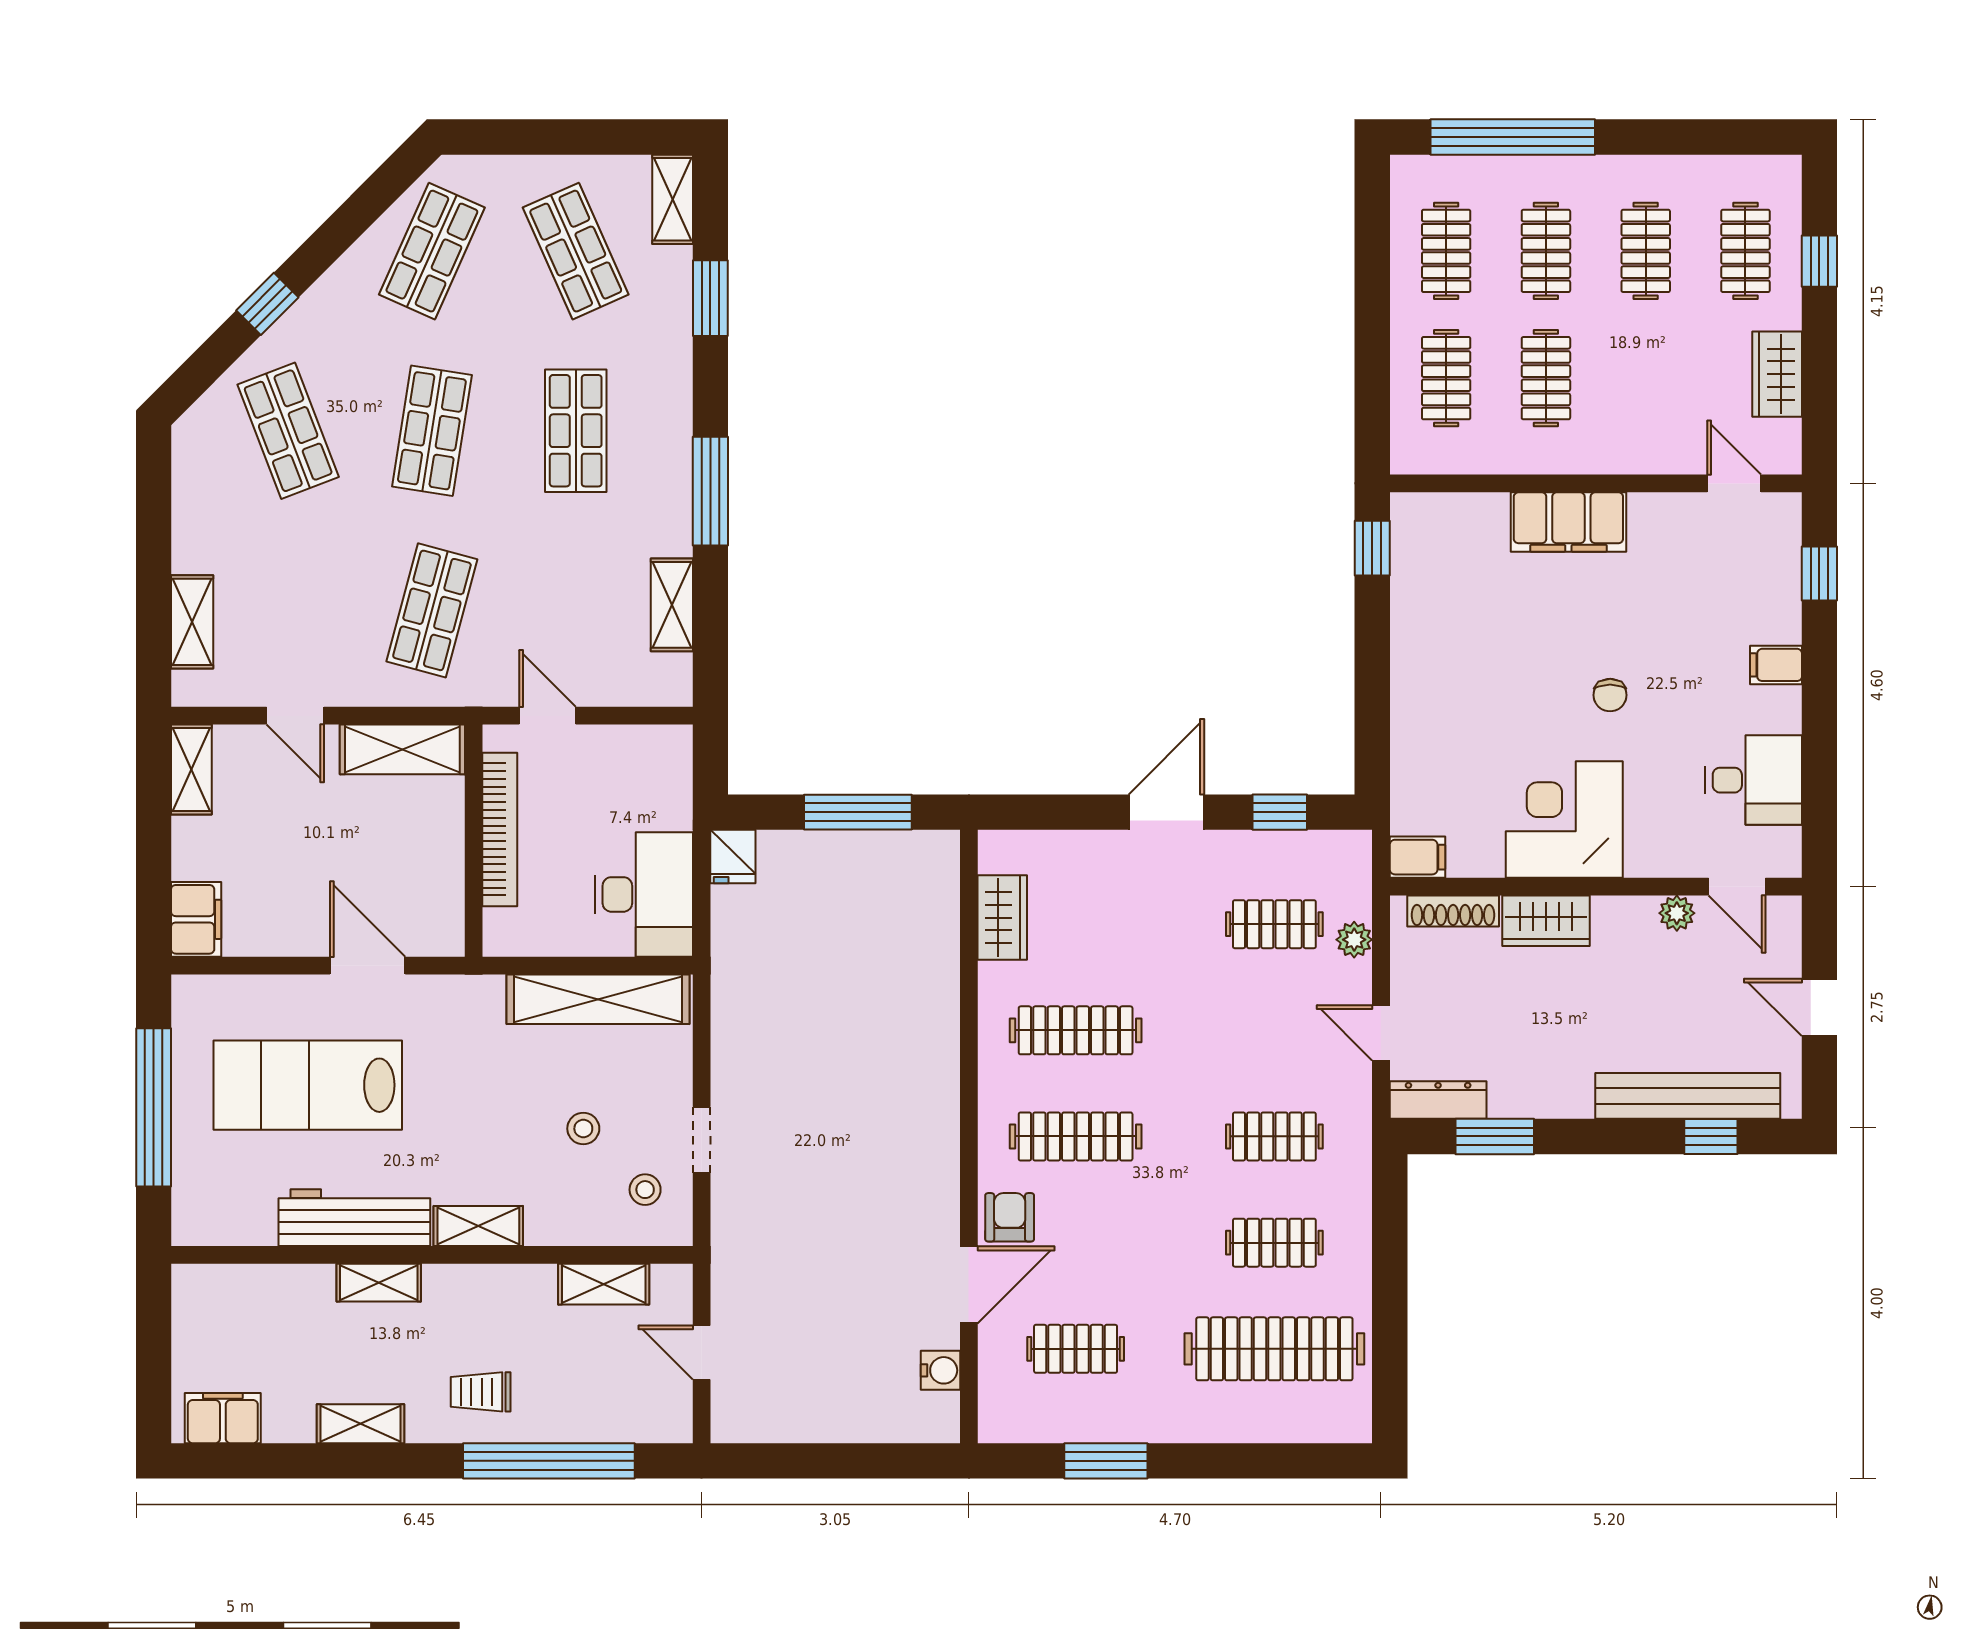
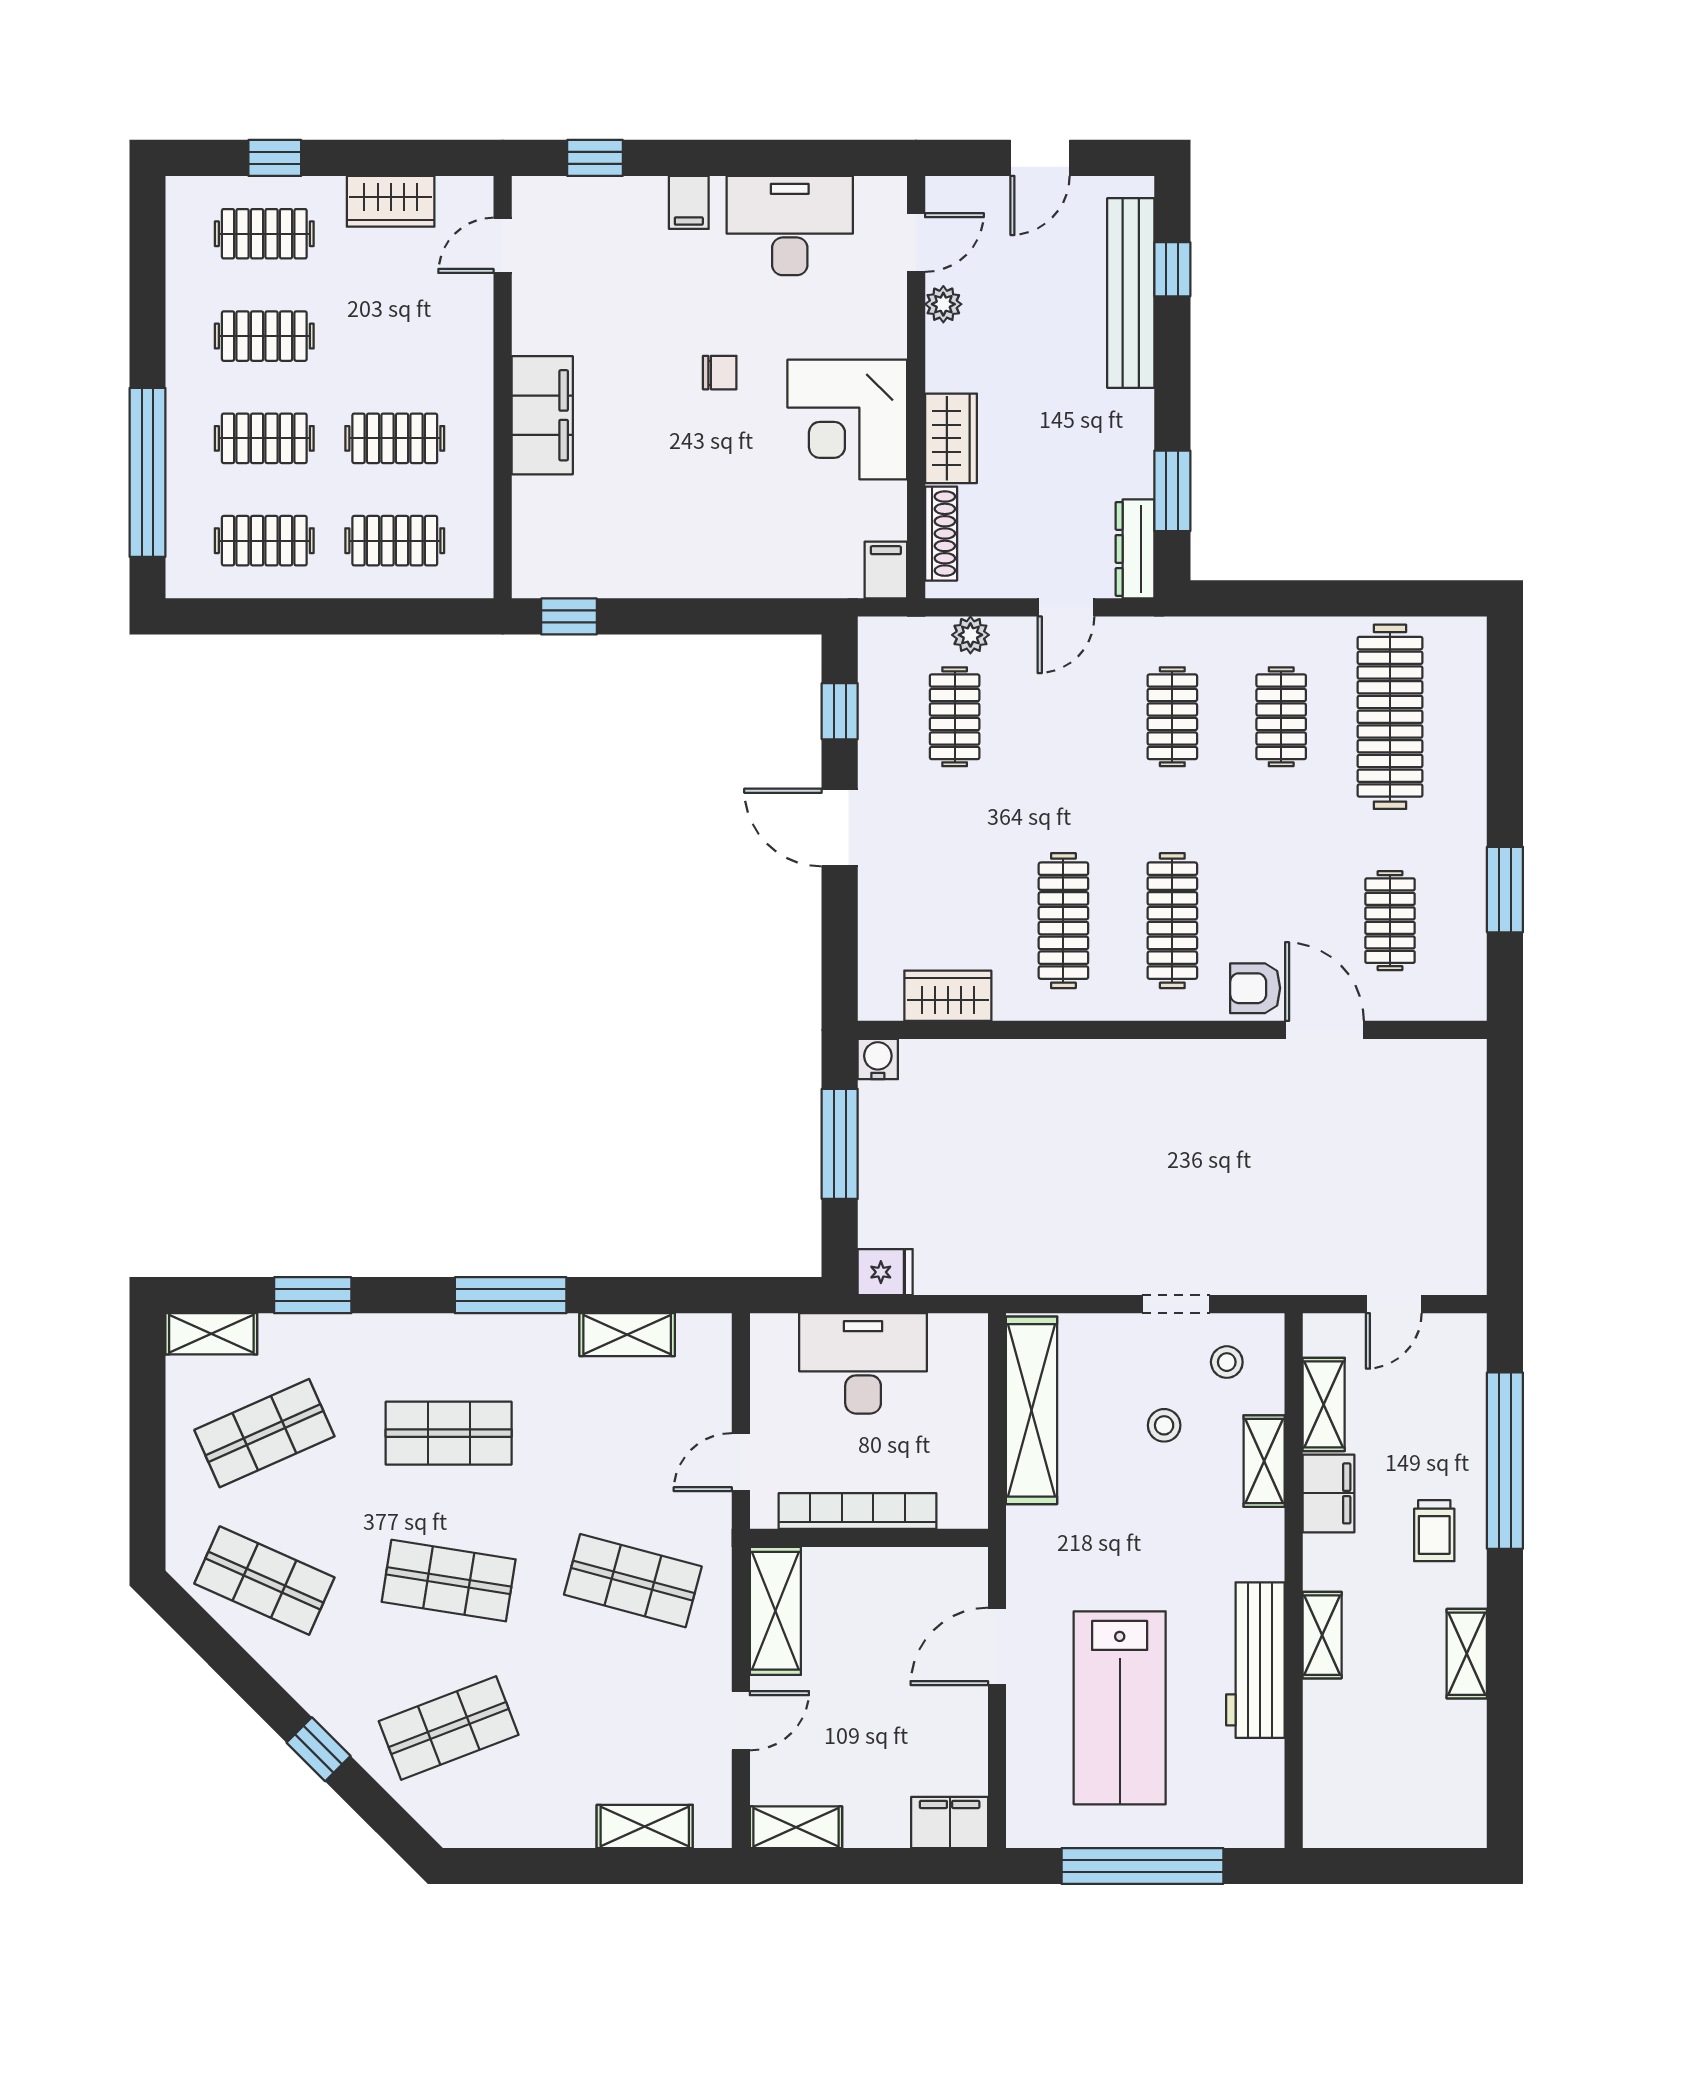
desk: (1753, 780) -> (790, 226), width x1.37
desk: (644, 894) -> (863, 1363), moved
shelving: (478, 1226) -> (1264, 1461), moved
water cooler: (941, 1370) -> (878, 1059), moved
filing cabinet: (223, 1418) -> (1329, 1493), moved, turned 180

